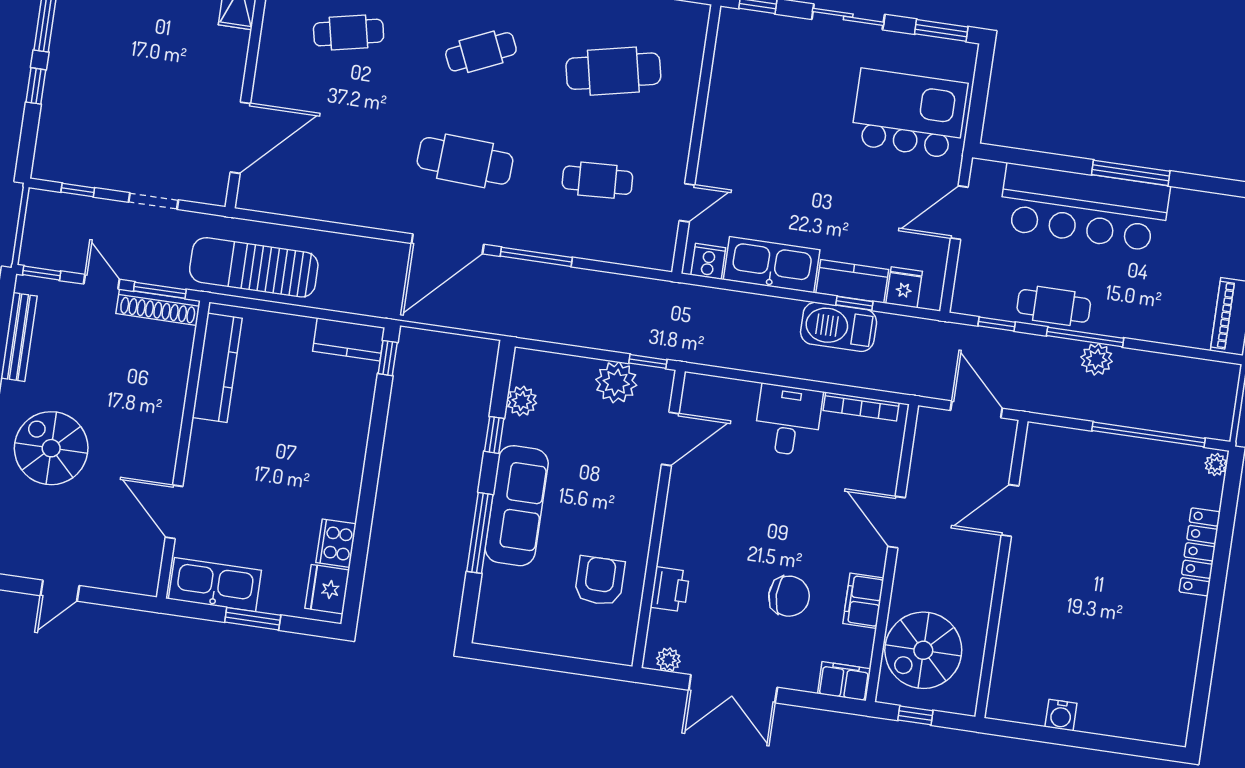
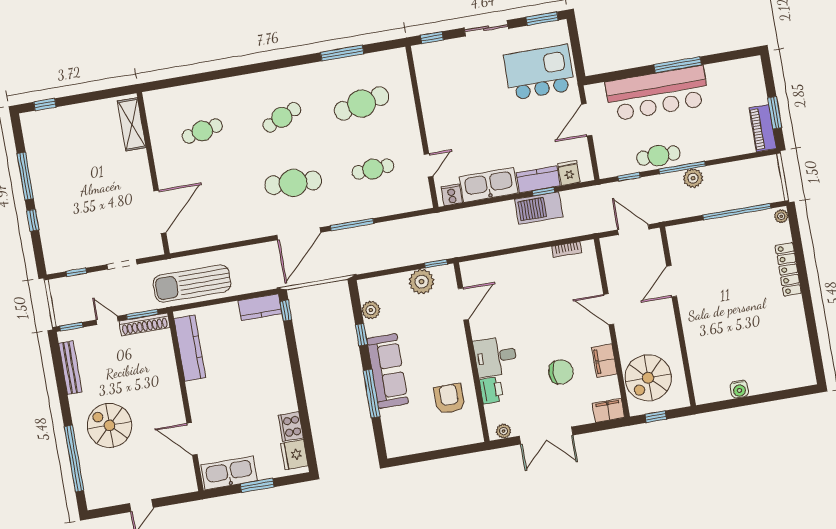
bookcase: (861, 407) -> (567, 250), width x0.64
desk: (788, 420) -> (495, 356), moved, turned -90

